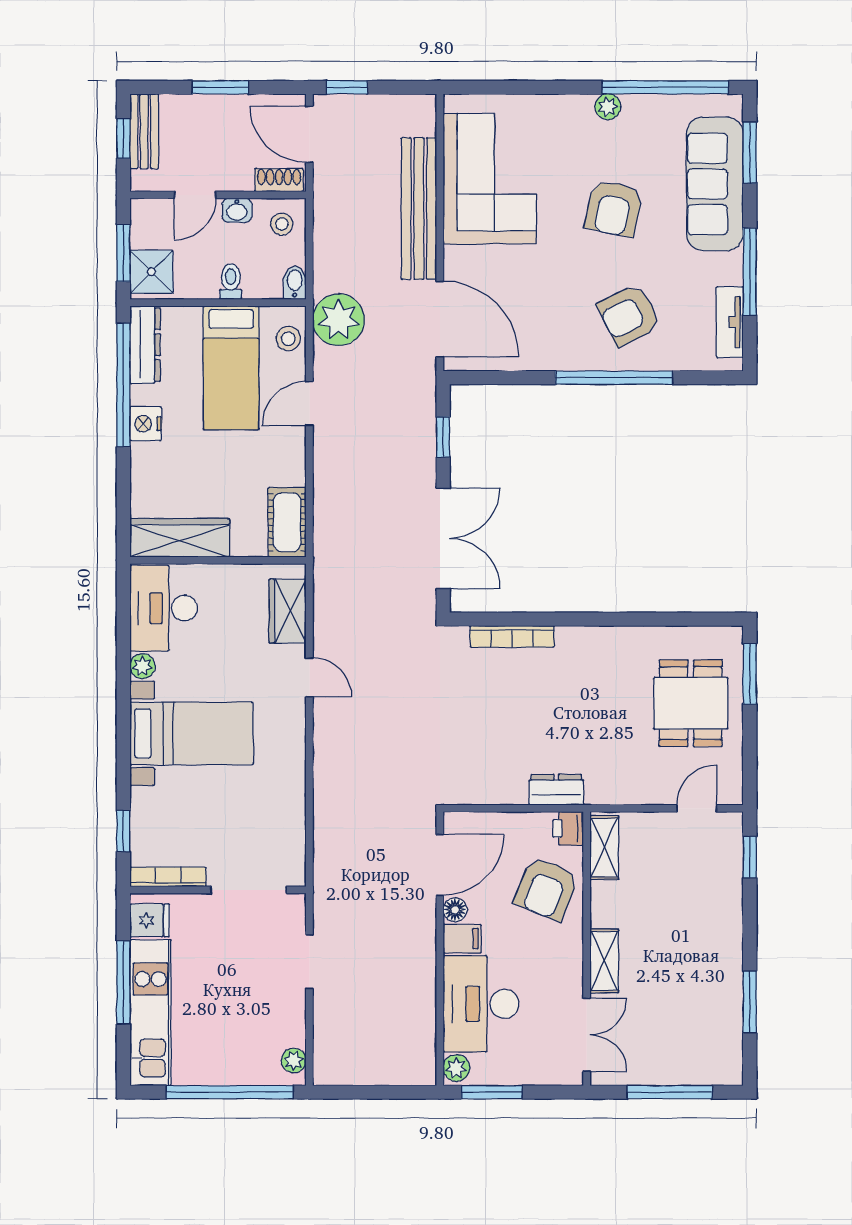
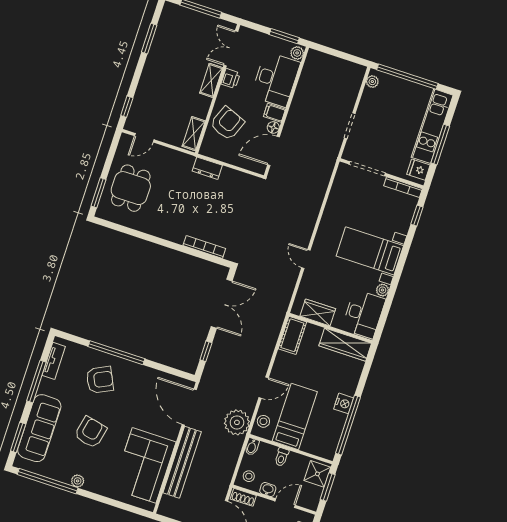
dresser: (145, 345) -> (332, 441), removed
double door: (443, 538) -> (222, 304), swing flipped
wardrobe: (288, 611) -> (318, 312), moved, turned -90
printer: (568, 828) -> (231, 79), moved

